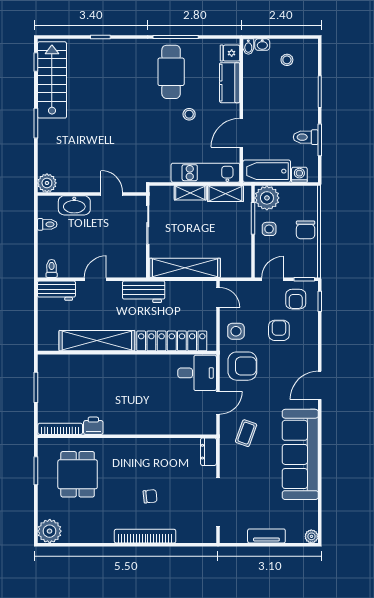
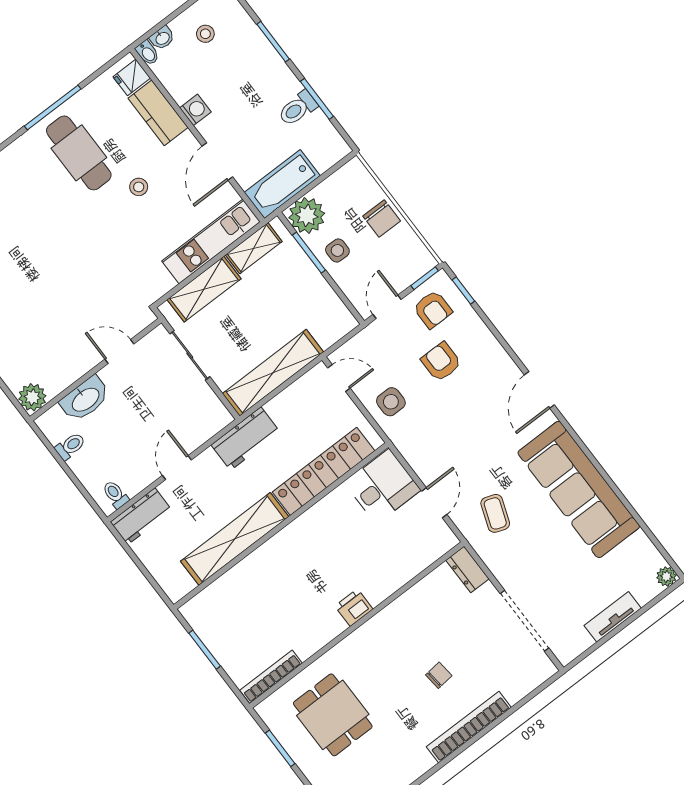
washing machine: (299, 175) -> (195, 110), moved, turned 90
shelving: (190, 193) -> (204, 289), width x1.50, depth x1.33
armchair: (242, 366) -> (430, 437), removed
printer: (93, 426) -> (354, 608), moved

